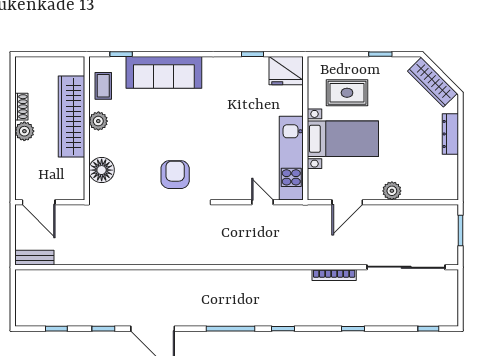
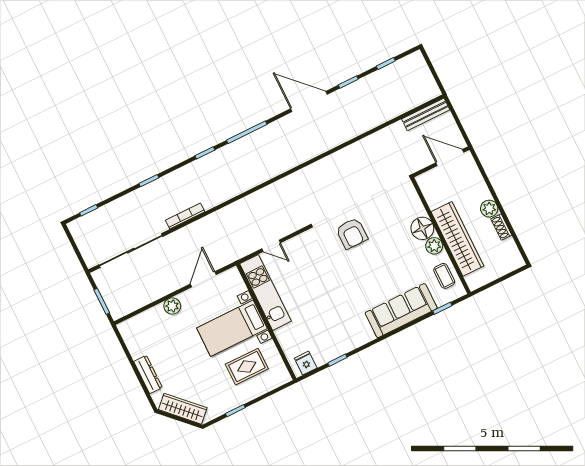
fridge: (286, 71) -> (306, 363), width x0.53, depth x0.75
floor lamp: (102, 170) -> (422, 228), moved
bench: (34, 258) -> (426, 114), width x1.36

